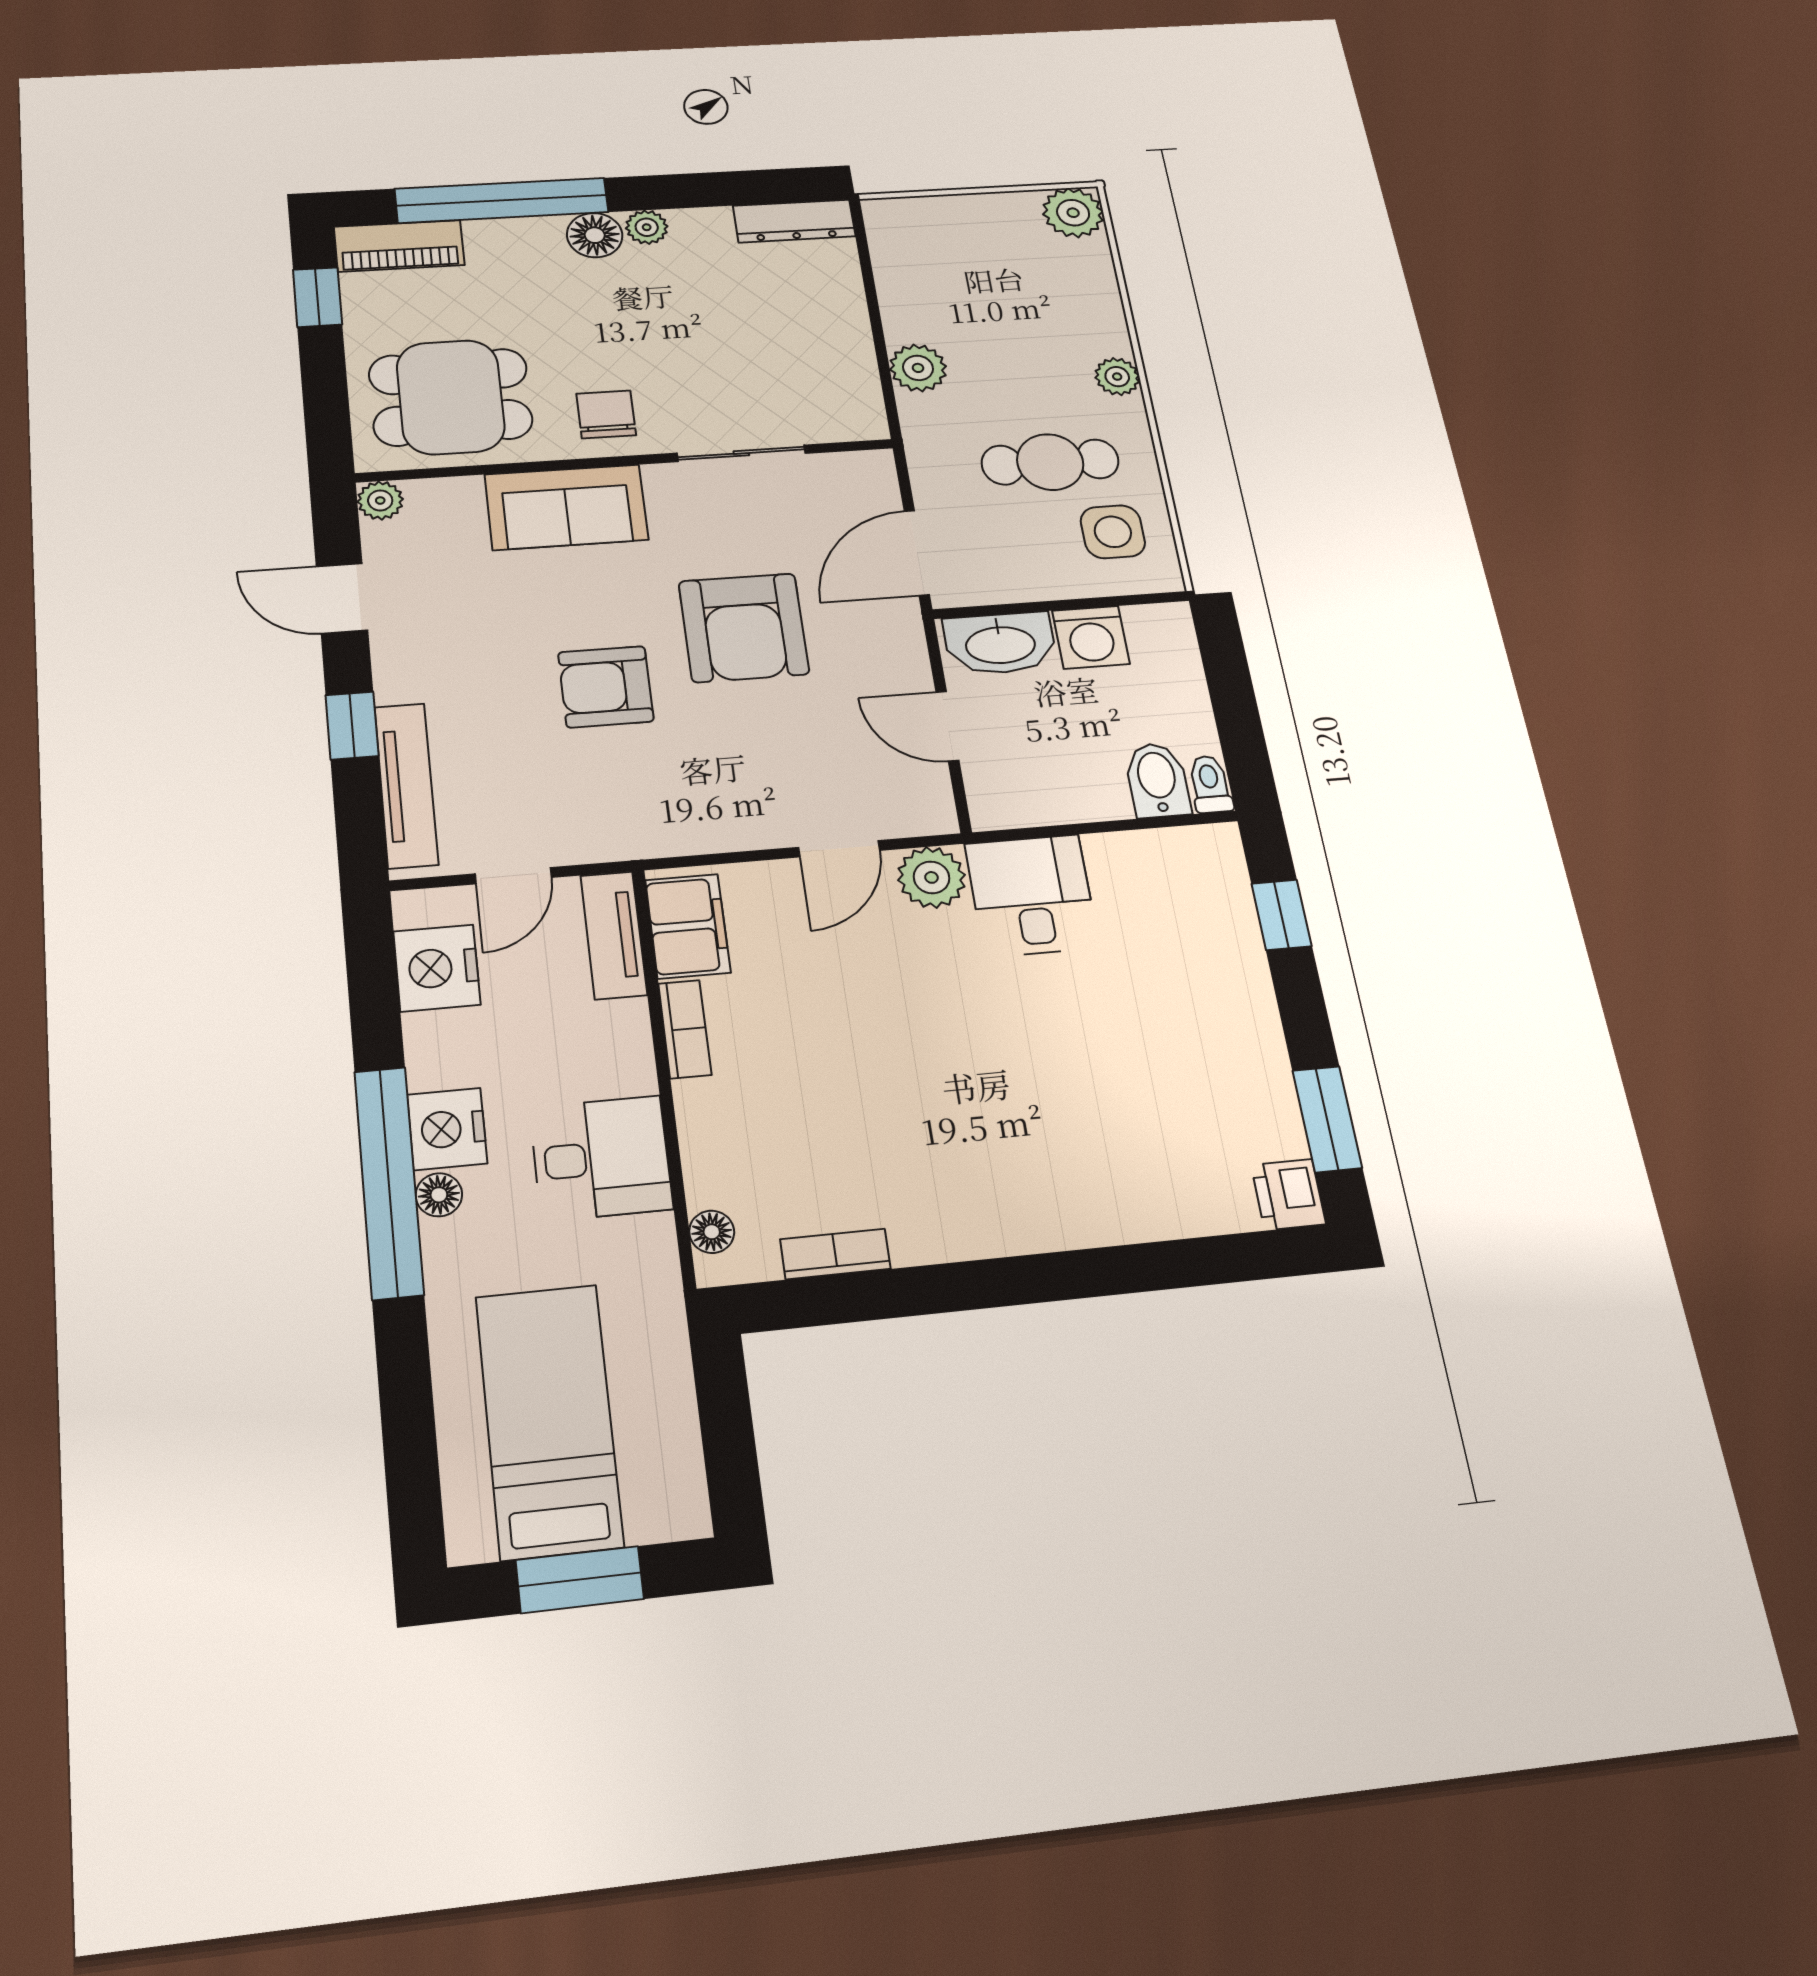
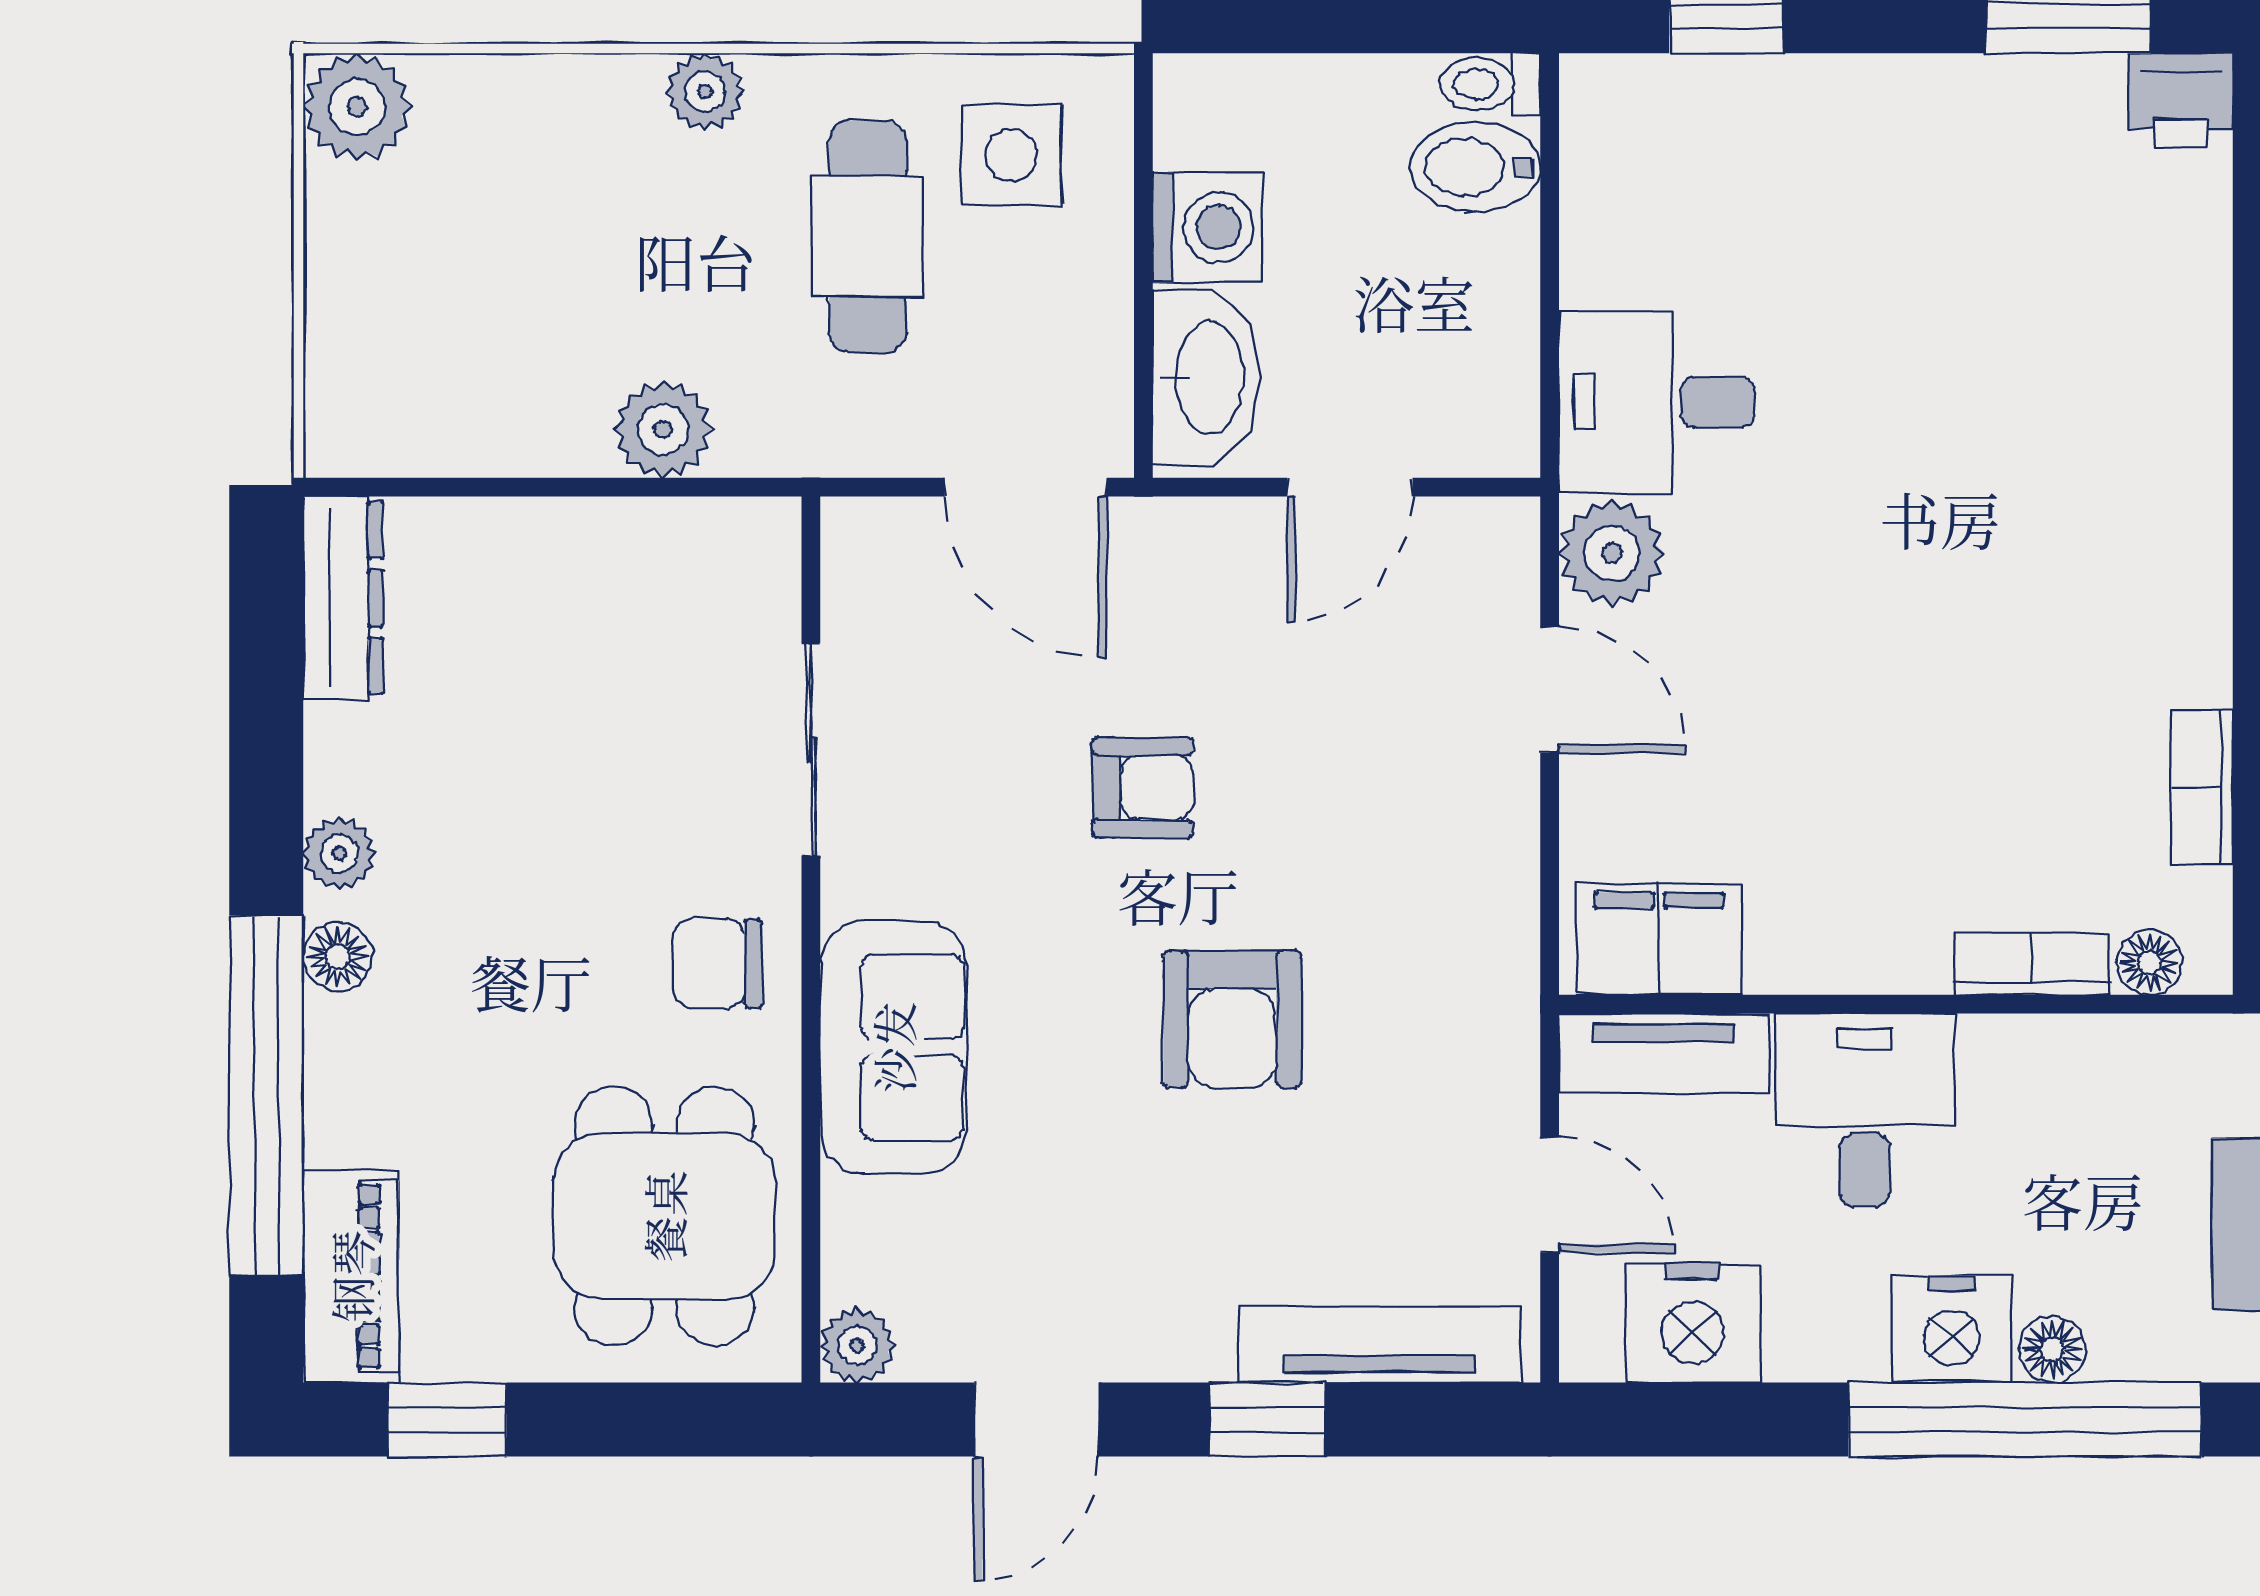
floor lamp: (595, 235) -> (338, 957), width x0.73, depth x0.73
armchair: (744, 628) -> (1143, 787), width x0.53, depth x0.53
bookcase: (685, 1029) -> (2032, 964), moved
desk: (601, 1158) -> (1865, 1110), moved

